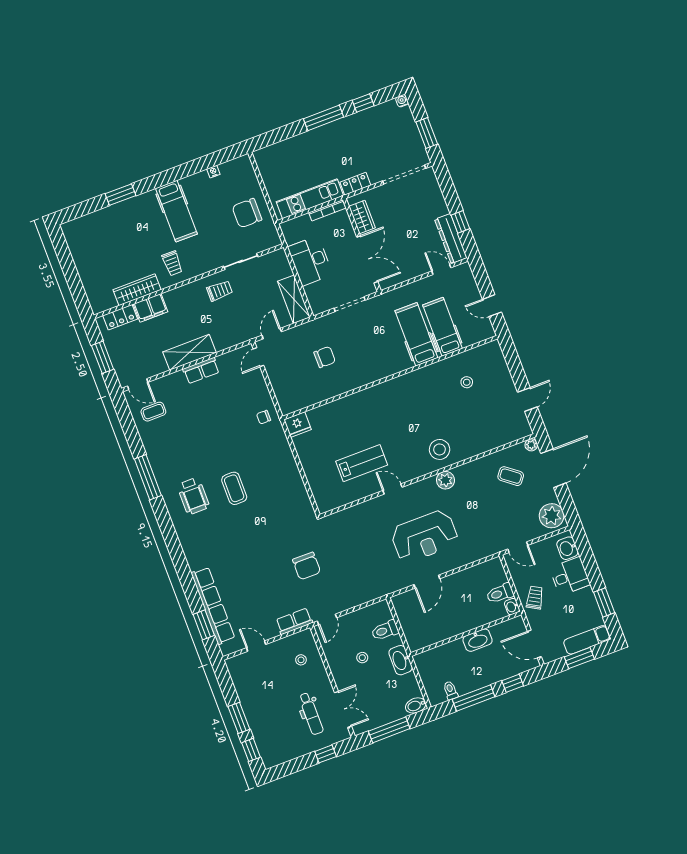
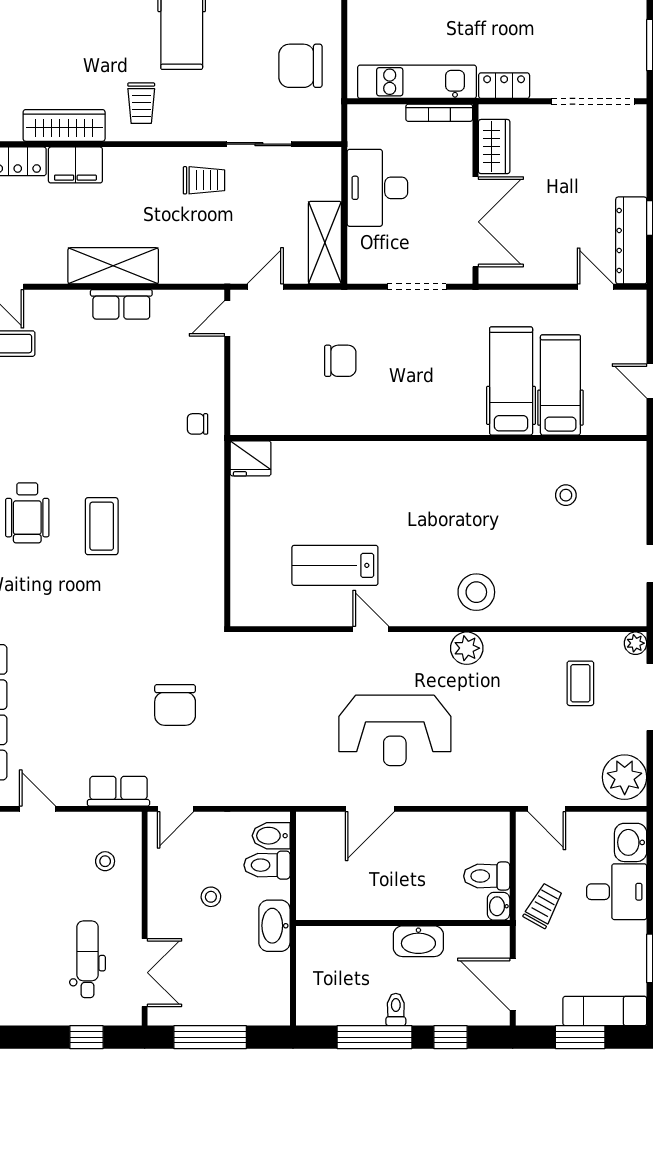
lab bench: (362, 463) -> (335, 565), turned 180
coffee table: (511, 476) -> (580, 683), turned 52
toilet: (450, 690) -> (396, 1010), moved
bidet: (416, 705) -> (271, 836), moved
dental chair: (311, 714) -> (88, 959), turned 180

